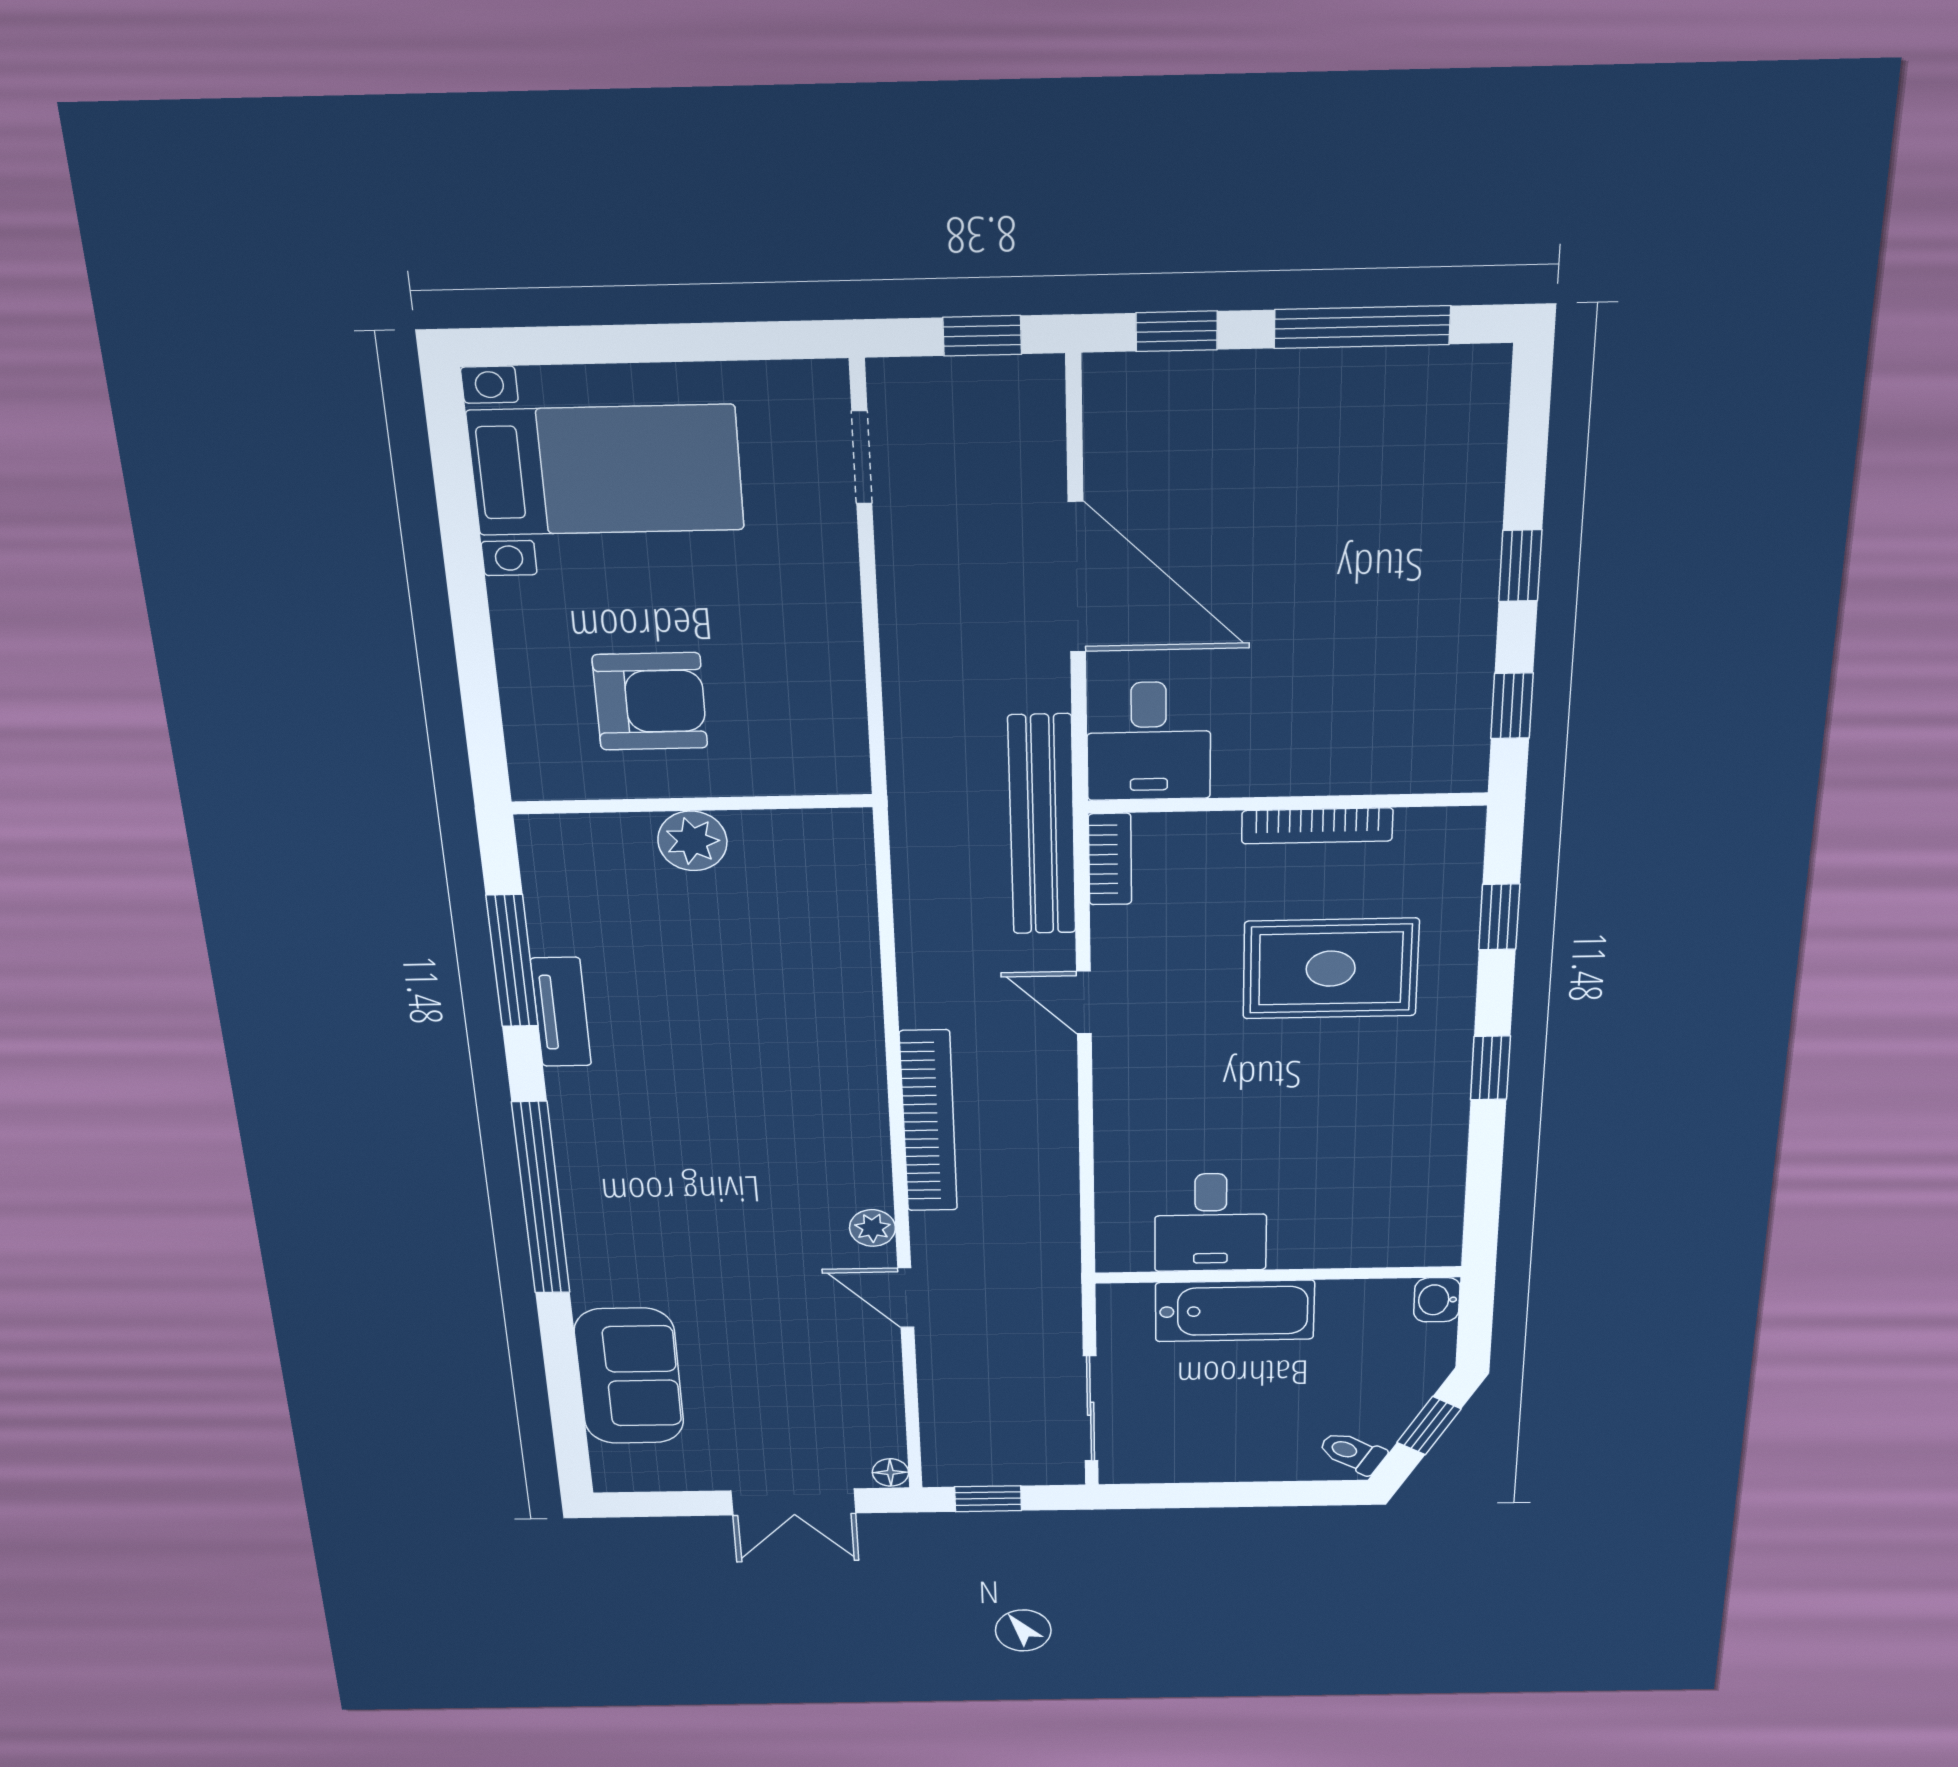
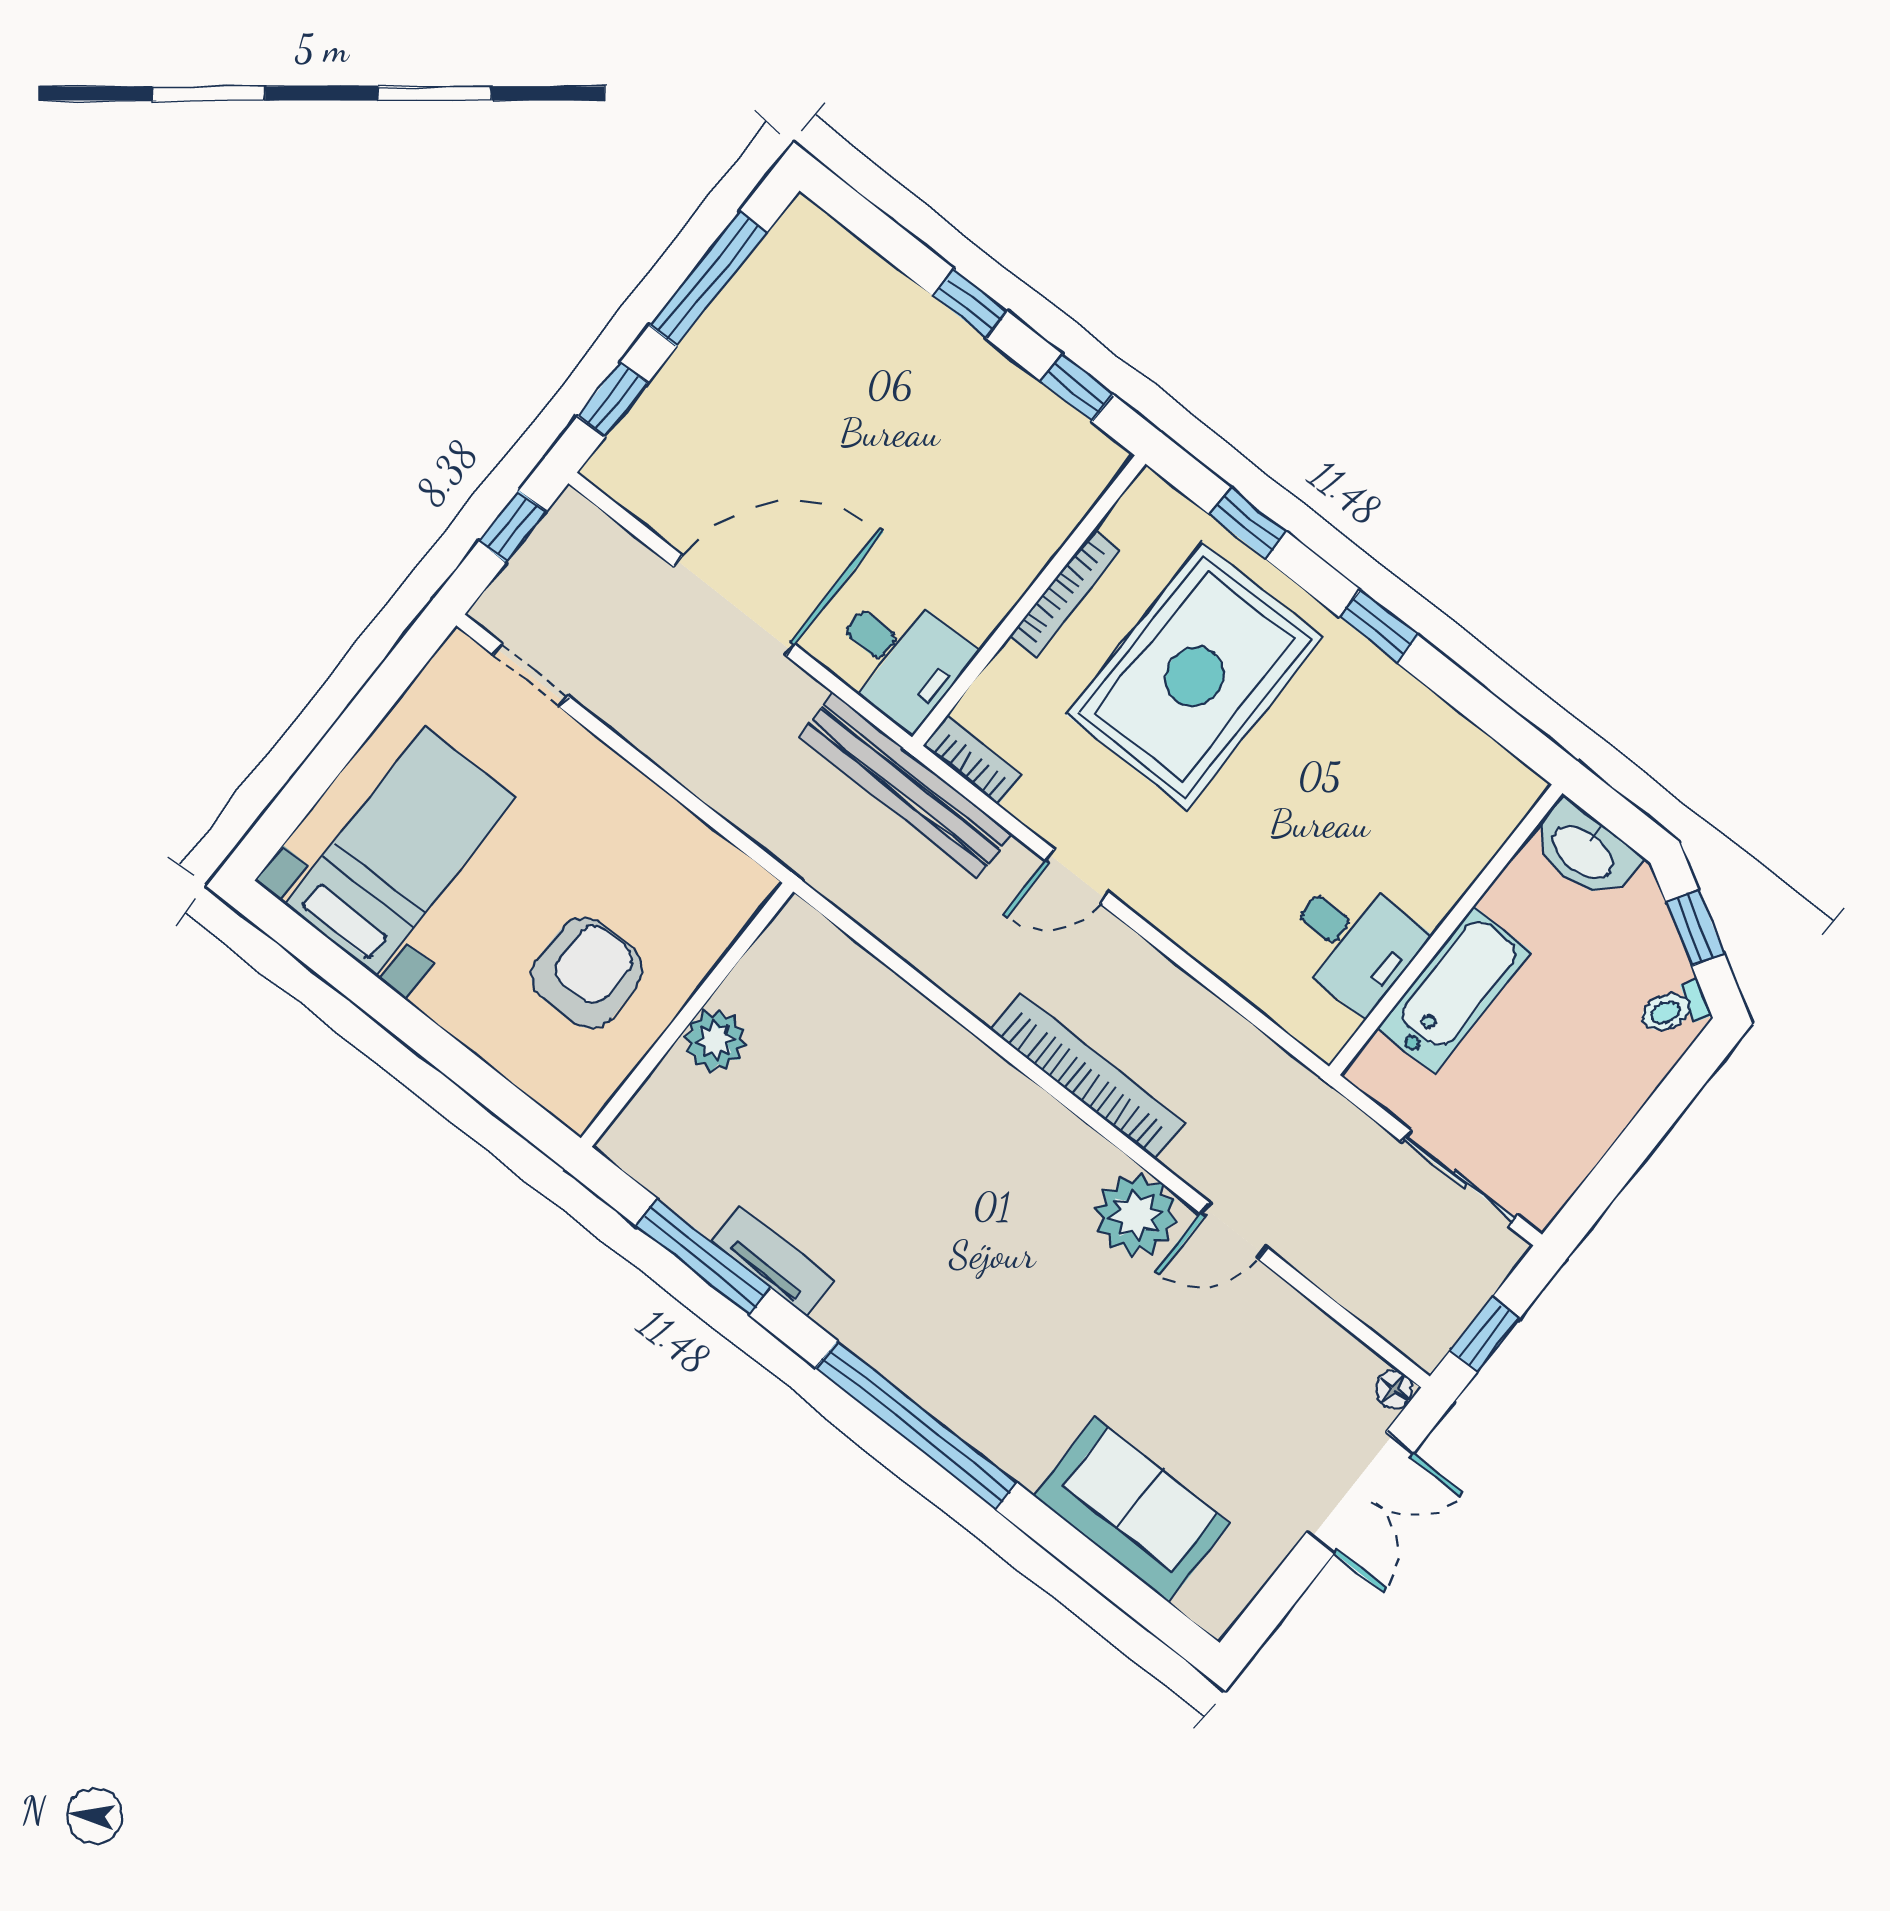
rug: (1331, 969) -> (1194, 676), width x1.37, depth x1.44
plant: (872, 1228) -> (1136, 1215), width x1.88, depth x1.88
washbasin: (1437, 1300) -> (1584, 851), width x1.91, depth x1.45

